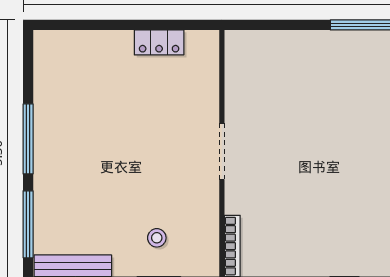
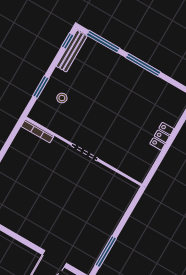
locker: (159, 42) -> (162, 136), moved

